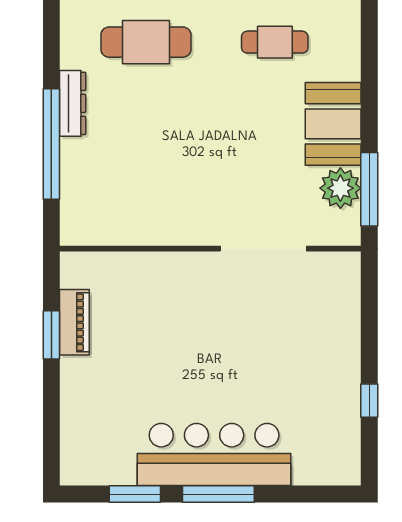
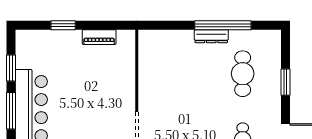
window: (51, 144) -> (223, 25), moved
window: (51, 335) -> (63, 25), moved

